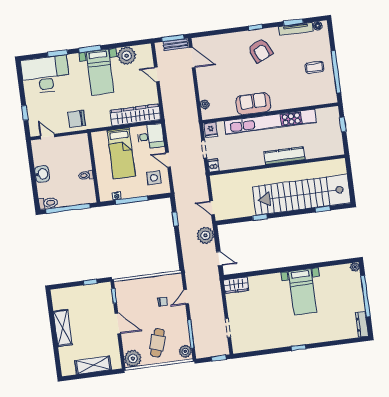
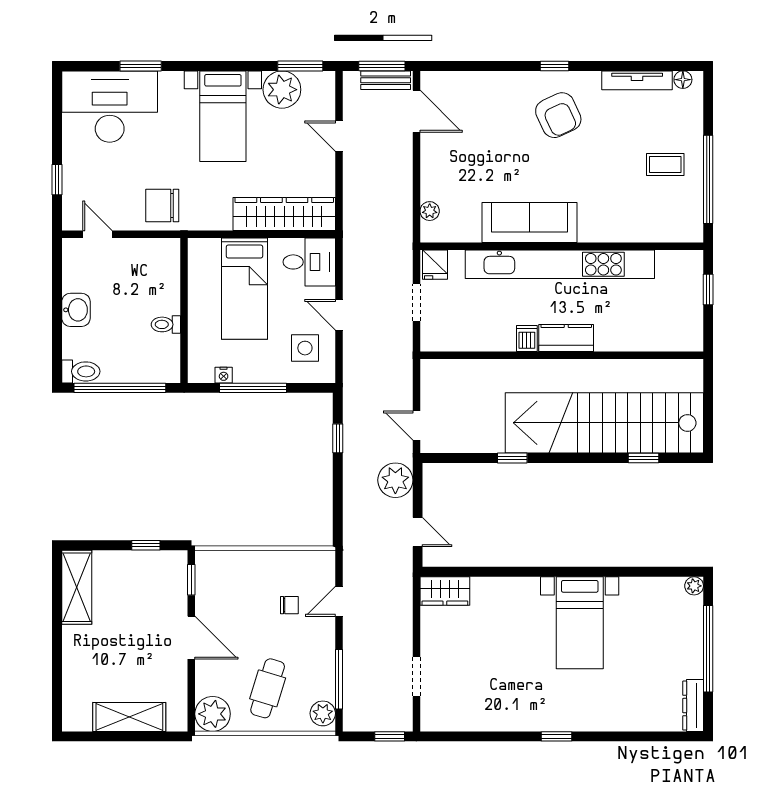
window: (293, 22) -> (634, 66), removed
window: (90, 49) -> (300, 66), moved
sofa: (253, 104) -> (529, 222), width x1.36
kitchen counter: (285, 156) -> (566, 338), width x0.67
dishwasher: (213, 165) -> (527, 338), moved
shelving: (63, 328) -> (77, 587), moved

